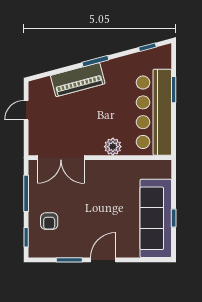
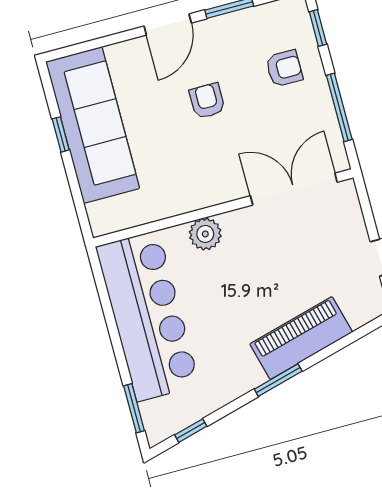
window: (174, 90) -> (134, 408), moved
armchair: (93, 215) -> (207, 101), added
armchair: (49, 221) -> (284, 68), turned 90

